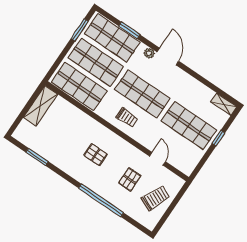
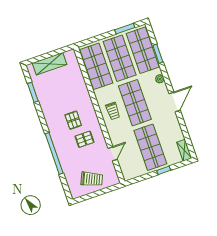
door: (168, 57) -> (175, 102), moved
shelving: (41, 106) -> (50, 64), moved
pallet: (130, 179) -> (84, 139), moved

